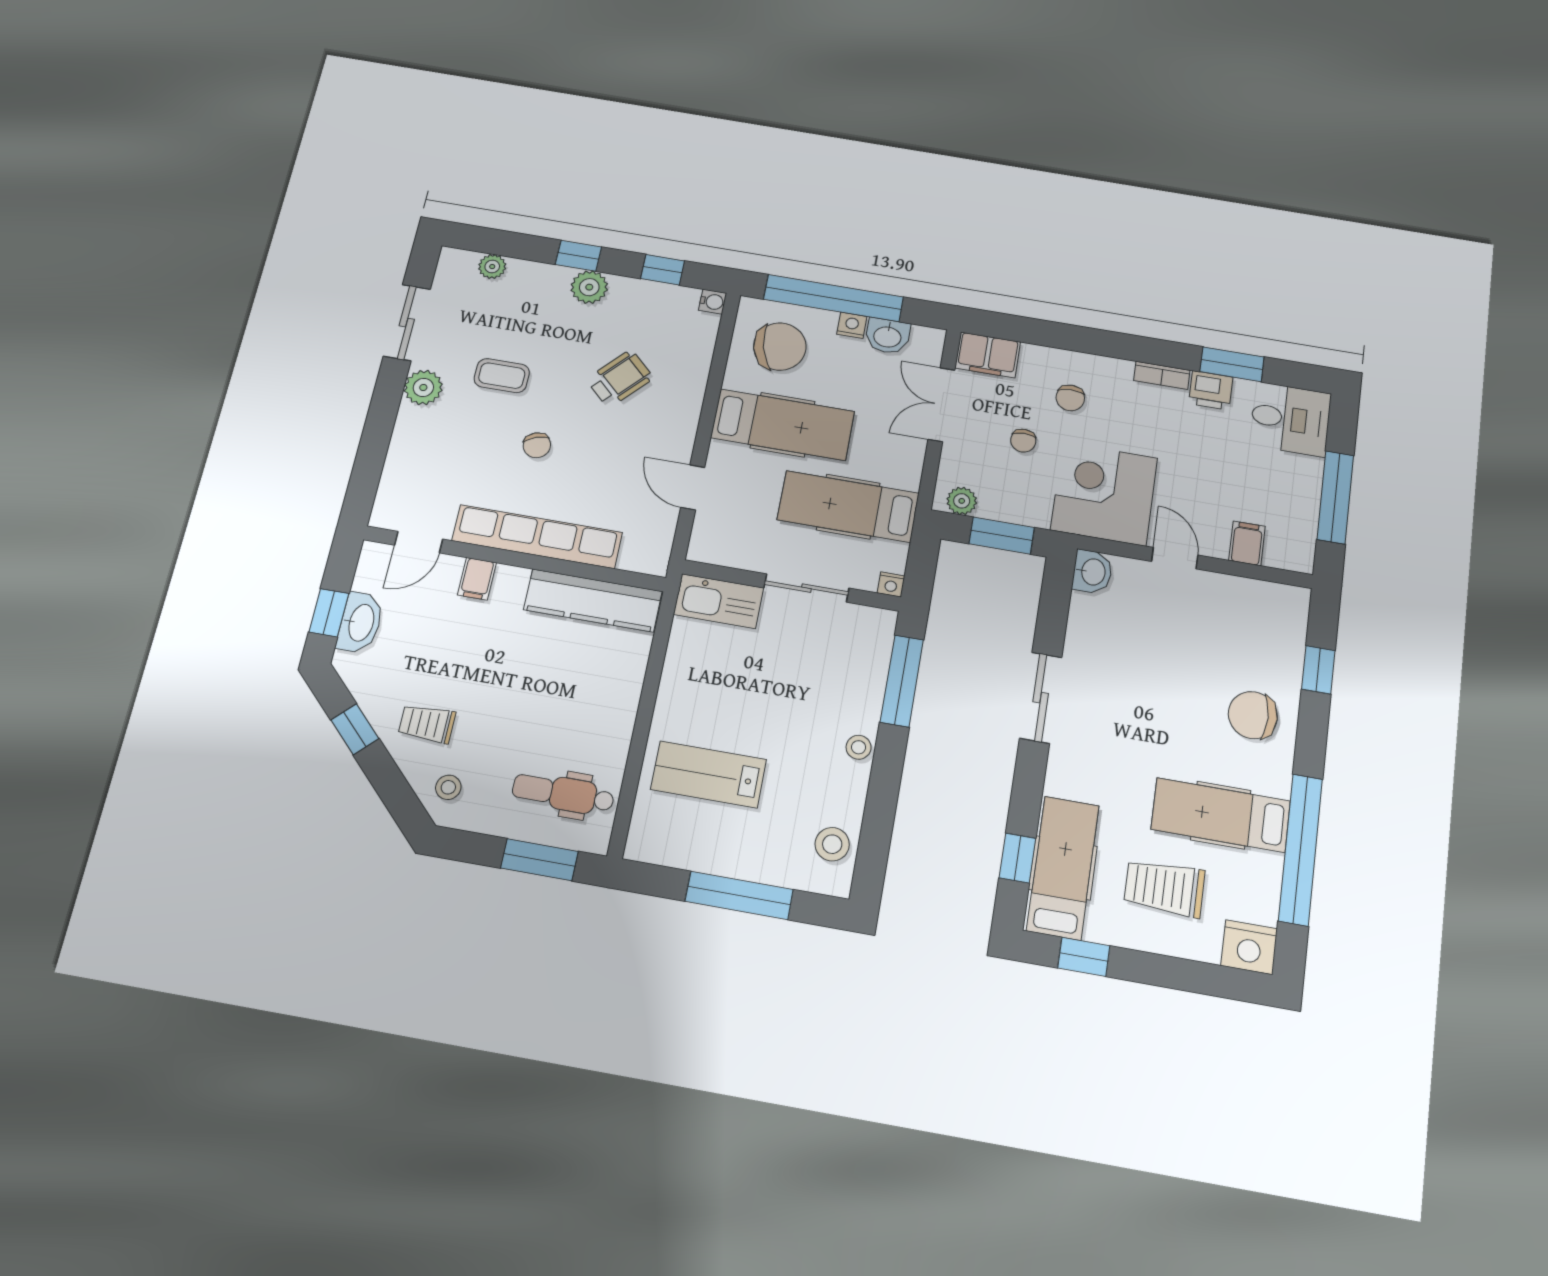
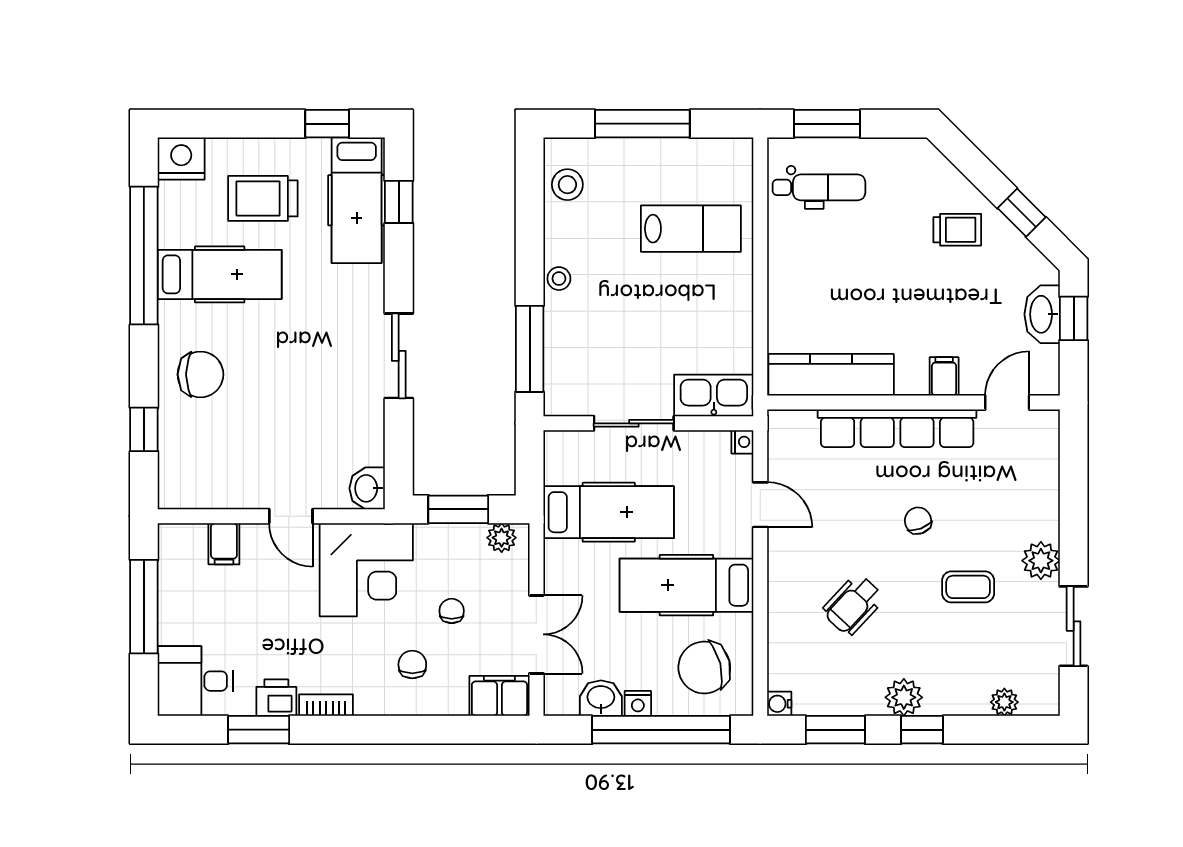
window: (663, 270) -> (835, 730), width x1.50
nightstand: (891, 584) -> (742, 442), moved, turned 90
stool: (448, 787) -> (924, 175), removed
trolley: (1164, 888) -> (263, 198), turned 180

